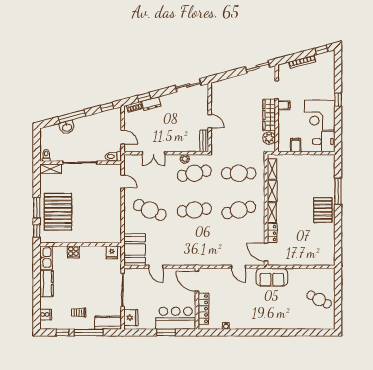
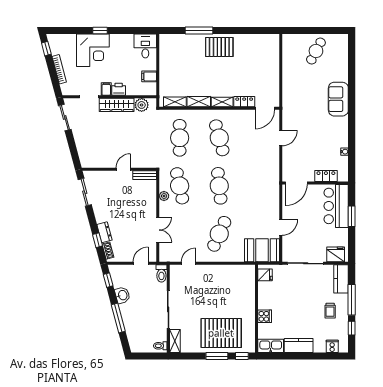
corner desk: (320, 115) -> (93, 50), moved
printer: (284, 117) -> (119, 89), added
washbasin: (67, 127) -> (122, 295), moved
sofa: (272, 277) -> (338, 99), moved, turned 180
locker: (203, 309) -> (326, 176), width x0.66

